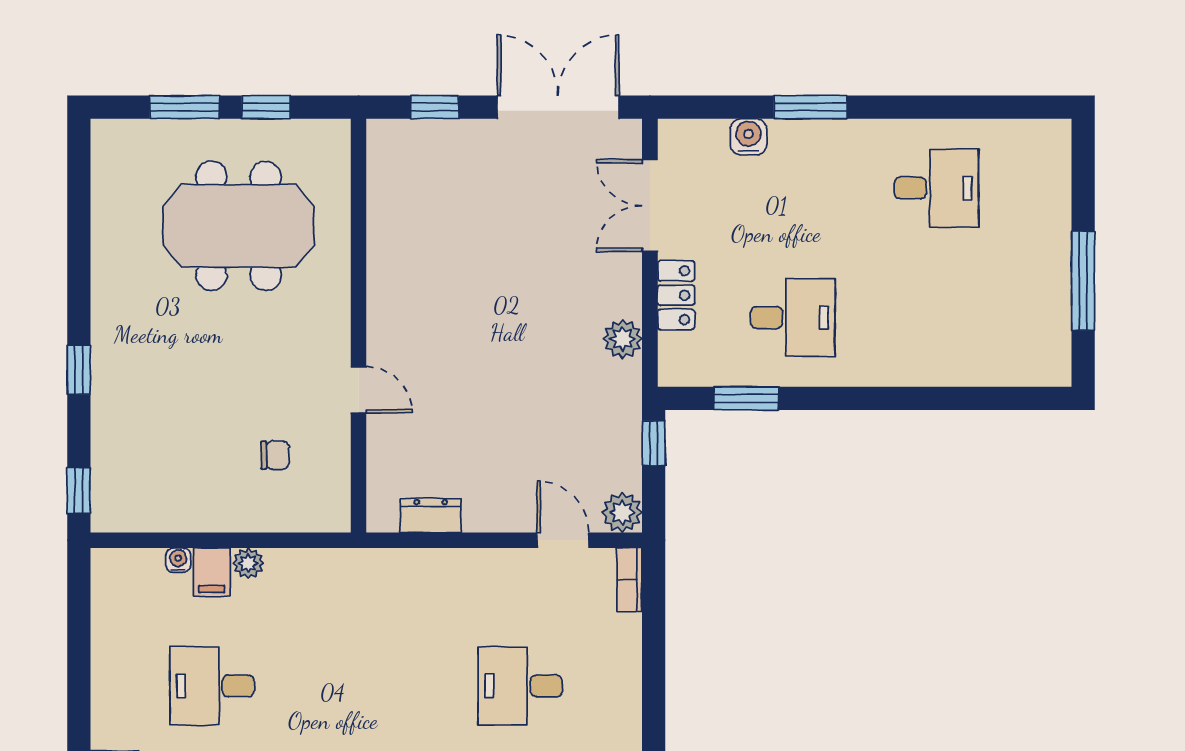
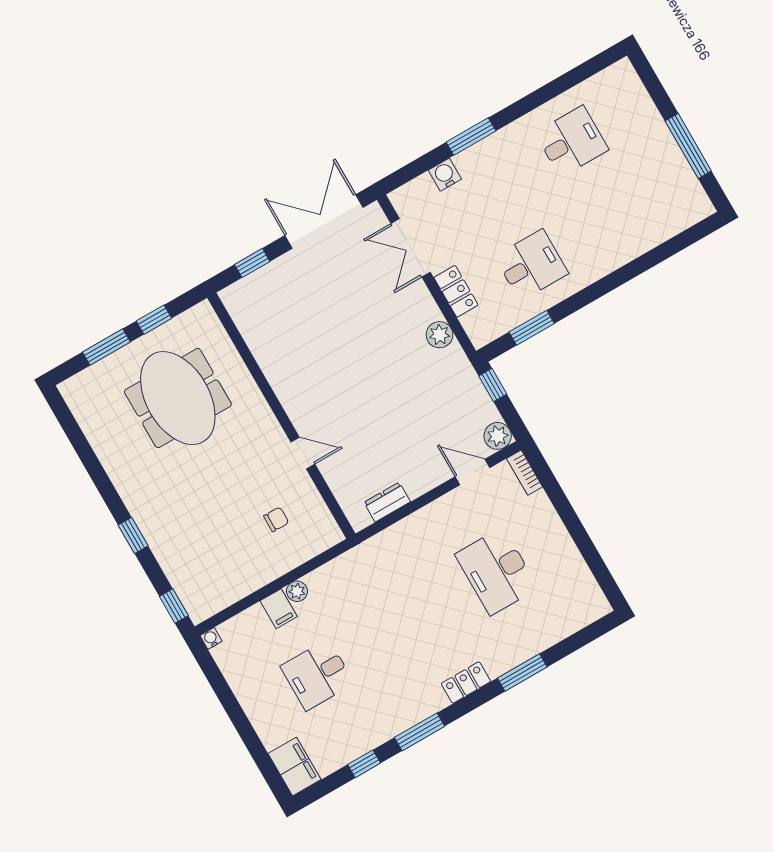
meeting table: (239, 226) -> (178, 398), turned 90
water cooler: (178, 560) -> (211, 638), moved
desk: (520, 686) -> (497, 571), width x1.37

